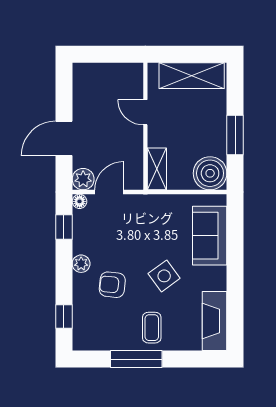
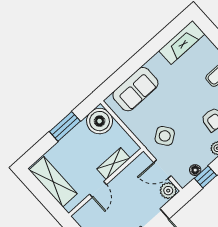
shelving: (157, 169) -> (113, 164), moved
floor lamp: (80, 201) -> (195, 170), moved
side table: (164, 276) -> (165, 136), moved

